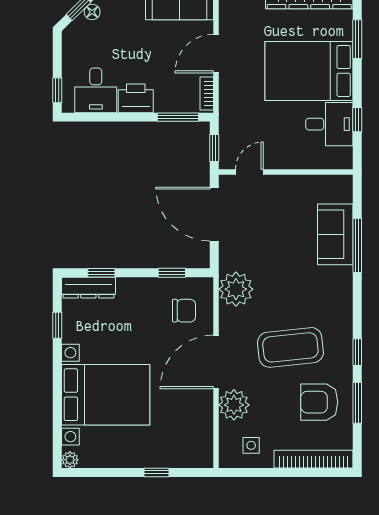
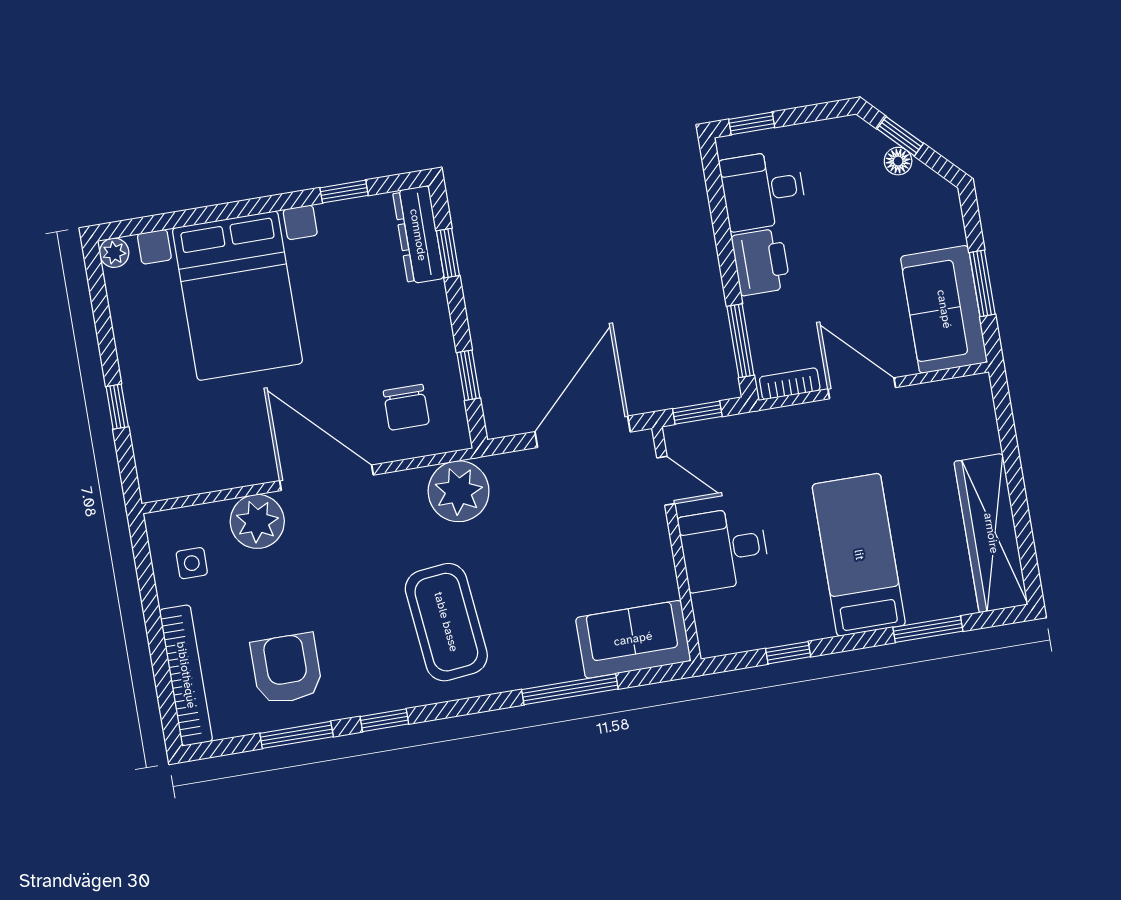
bed: (309, 71) -> (859, 555), width x0.67
desk: (329, 124) -> (724, 549), moved, turned 90
sofa: (335, 234) -> (633, 639), moved
coffee table: (290, 347) -> (446, 622), moved

